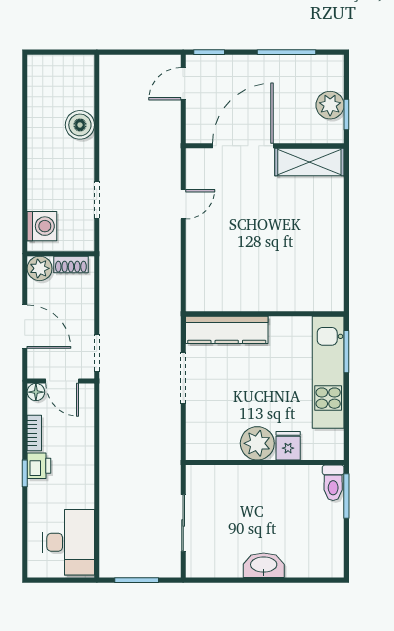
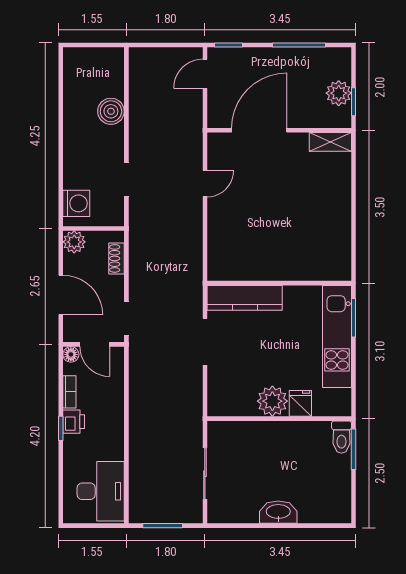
shelving: (309, 162) -> (330, 142), width x0.67, depth x0.75
shoe rack: (71, 264) -> (117, 258), moved, turned 90

